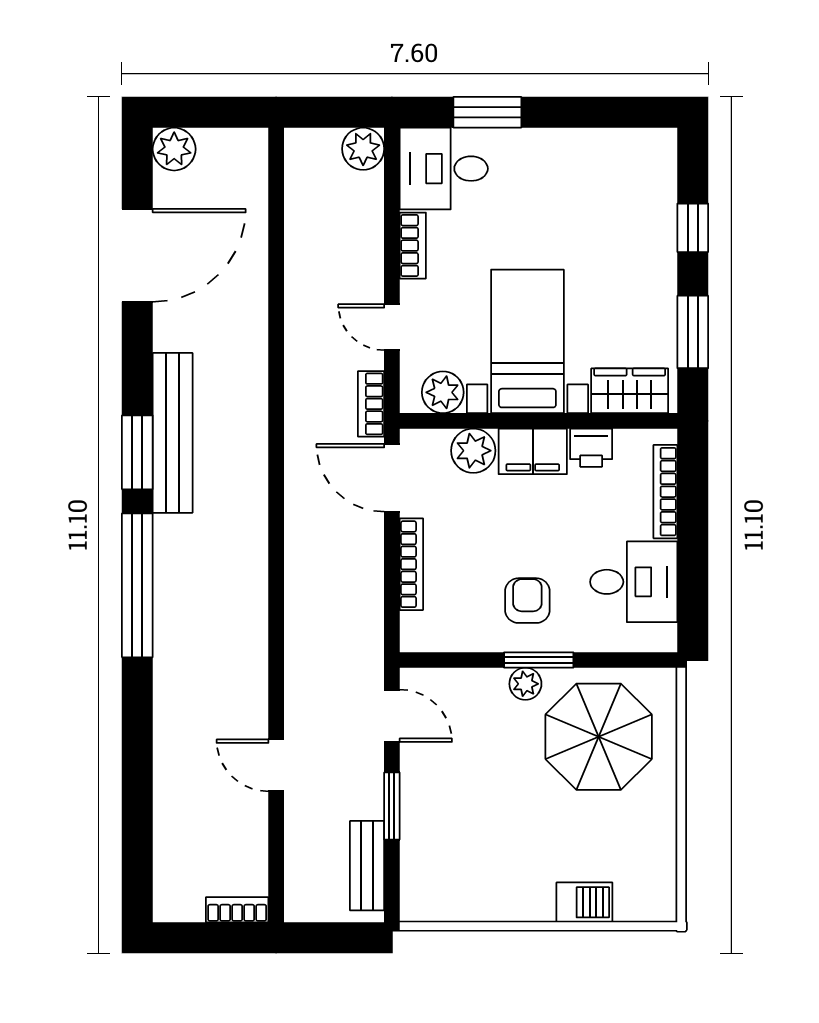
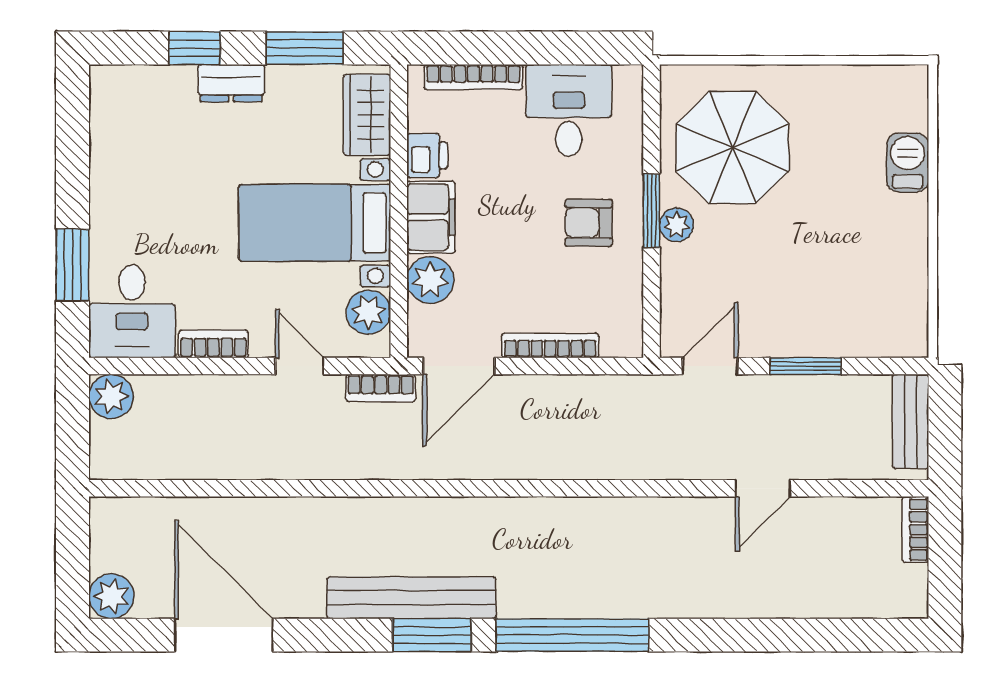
dresser: (660, 262) -> (231, 83), added
door: (392, 327) -> (300, 366), swing flipped
bench: (367, 866) -> (911, 421), moved, turned 90

